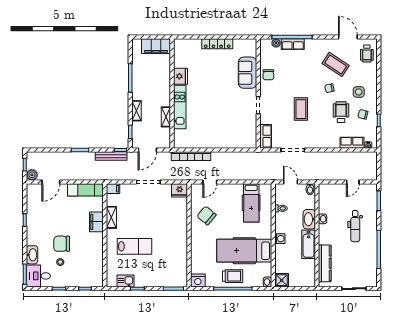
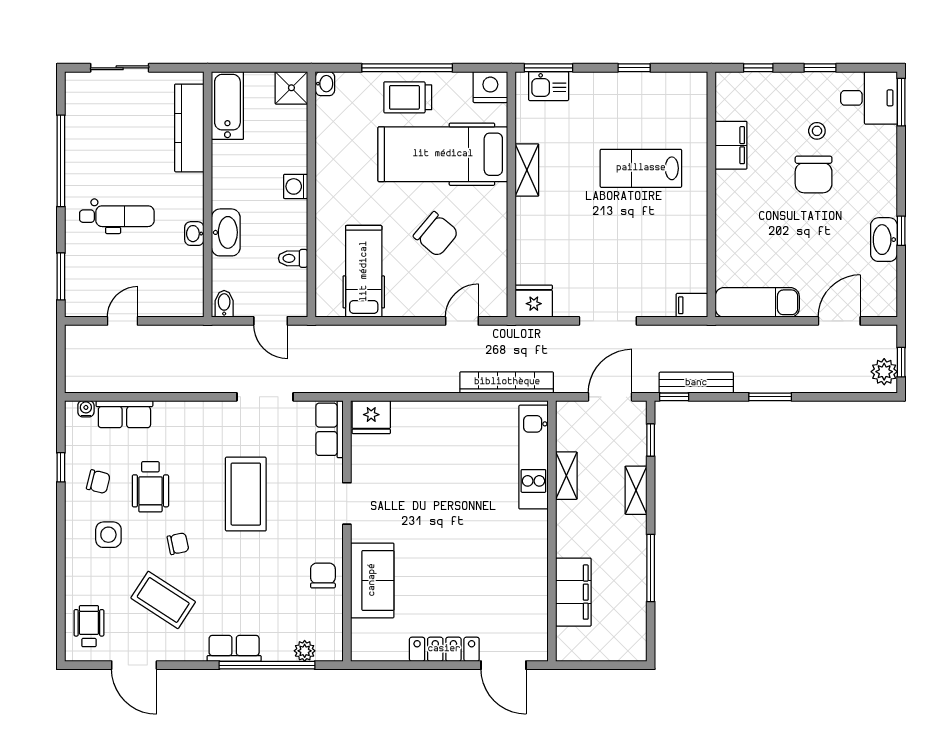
door: (192, 37) -> (503, 665), added
row of seats: (293, 44) -> (234, 648), moved
filing cabinet: (156, 46) -> (573, 592), moved, turned 90
fridge: (180, 76) -> (371, 417), moved, turned -90
kitchen unit: (180, 107) -> (533, 457), moved
coffee table: (301, 109) -> (246, 494), width x1.36, depth x1.32
plant: (32, 175) -> (884, 372), moved
chair: (206, 216) -> (436, 234), moved
shelving: (111, 217) -> (527, 170), moved
filing cabinet: (96, 222) -> (731, 145), moved
dental chair: (355, 226) -> (117, 216), turned 90
chair: (62, 244) -> (814, 174), turned 90
bathtub: (309, 244) -> (227, 106), moved
hospital bed: (244, 251) -> (443, 154), moved, turned 180
washbasin: (32, 255) -> (884, 240), moved
kitchen sink: (125, 281) -> (549, 86), moved

